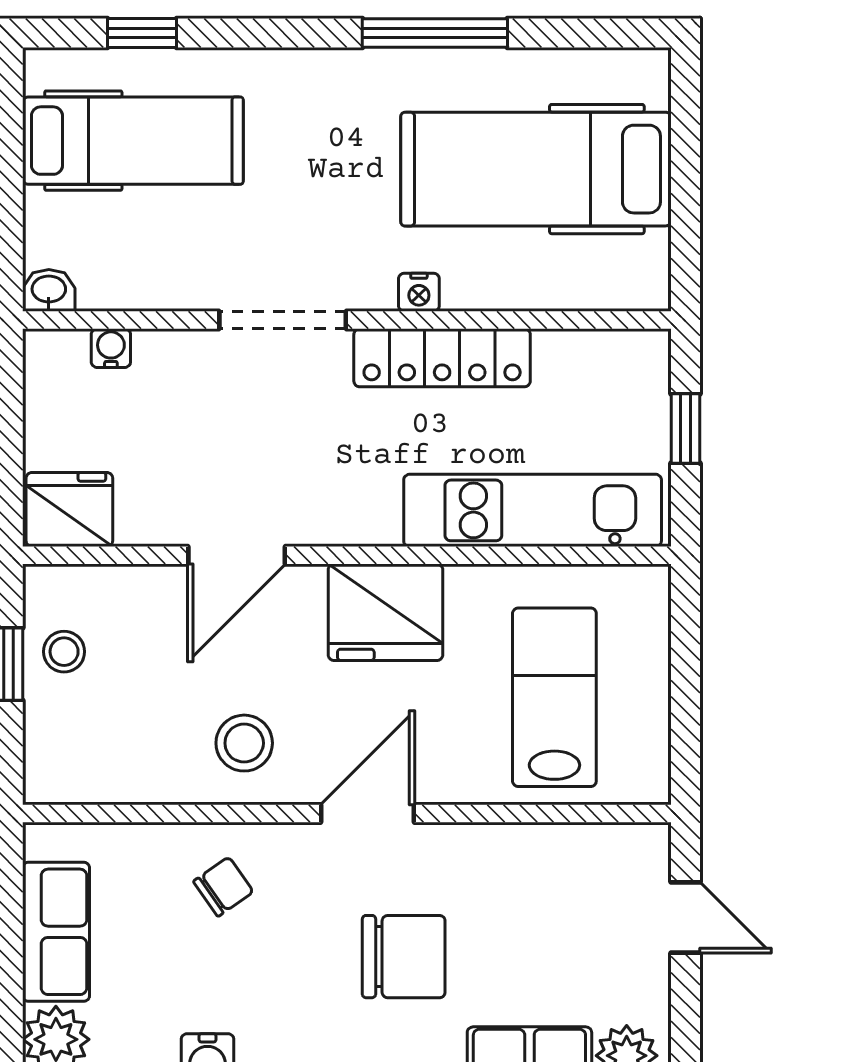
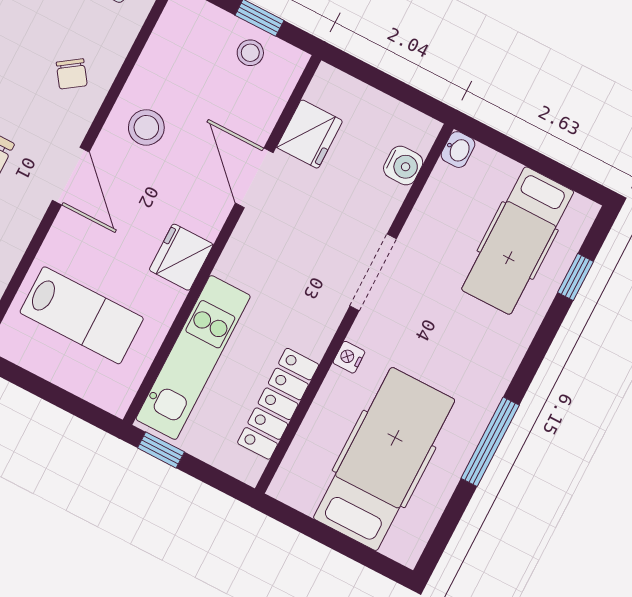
water cooler: (111, 348) -> (403, 165), width x1.38, depth x1.38
locker: (442, 358) -> (278, 404), moved
window: (686, 428) -> (161, 450), moved
fridge: (69, 510) -> (310, 134), moved
fridge: (385, 612) -> (181, 257), width x0.73, depth x0.75

